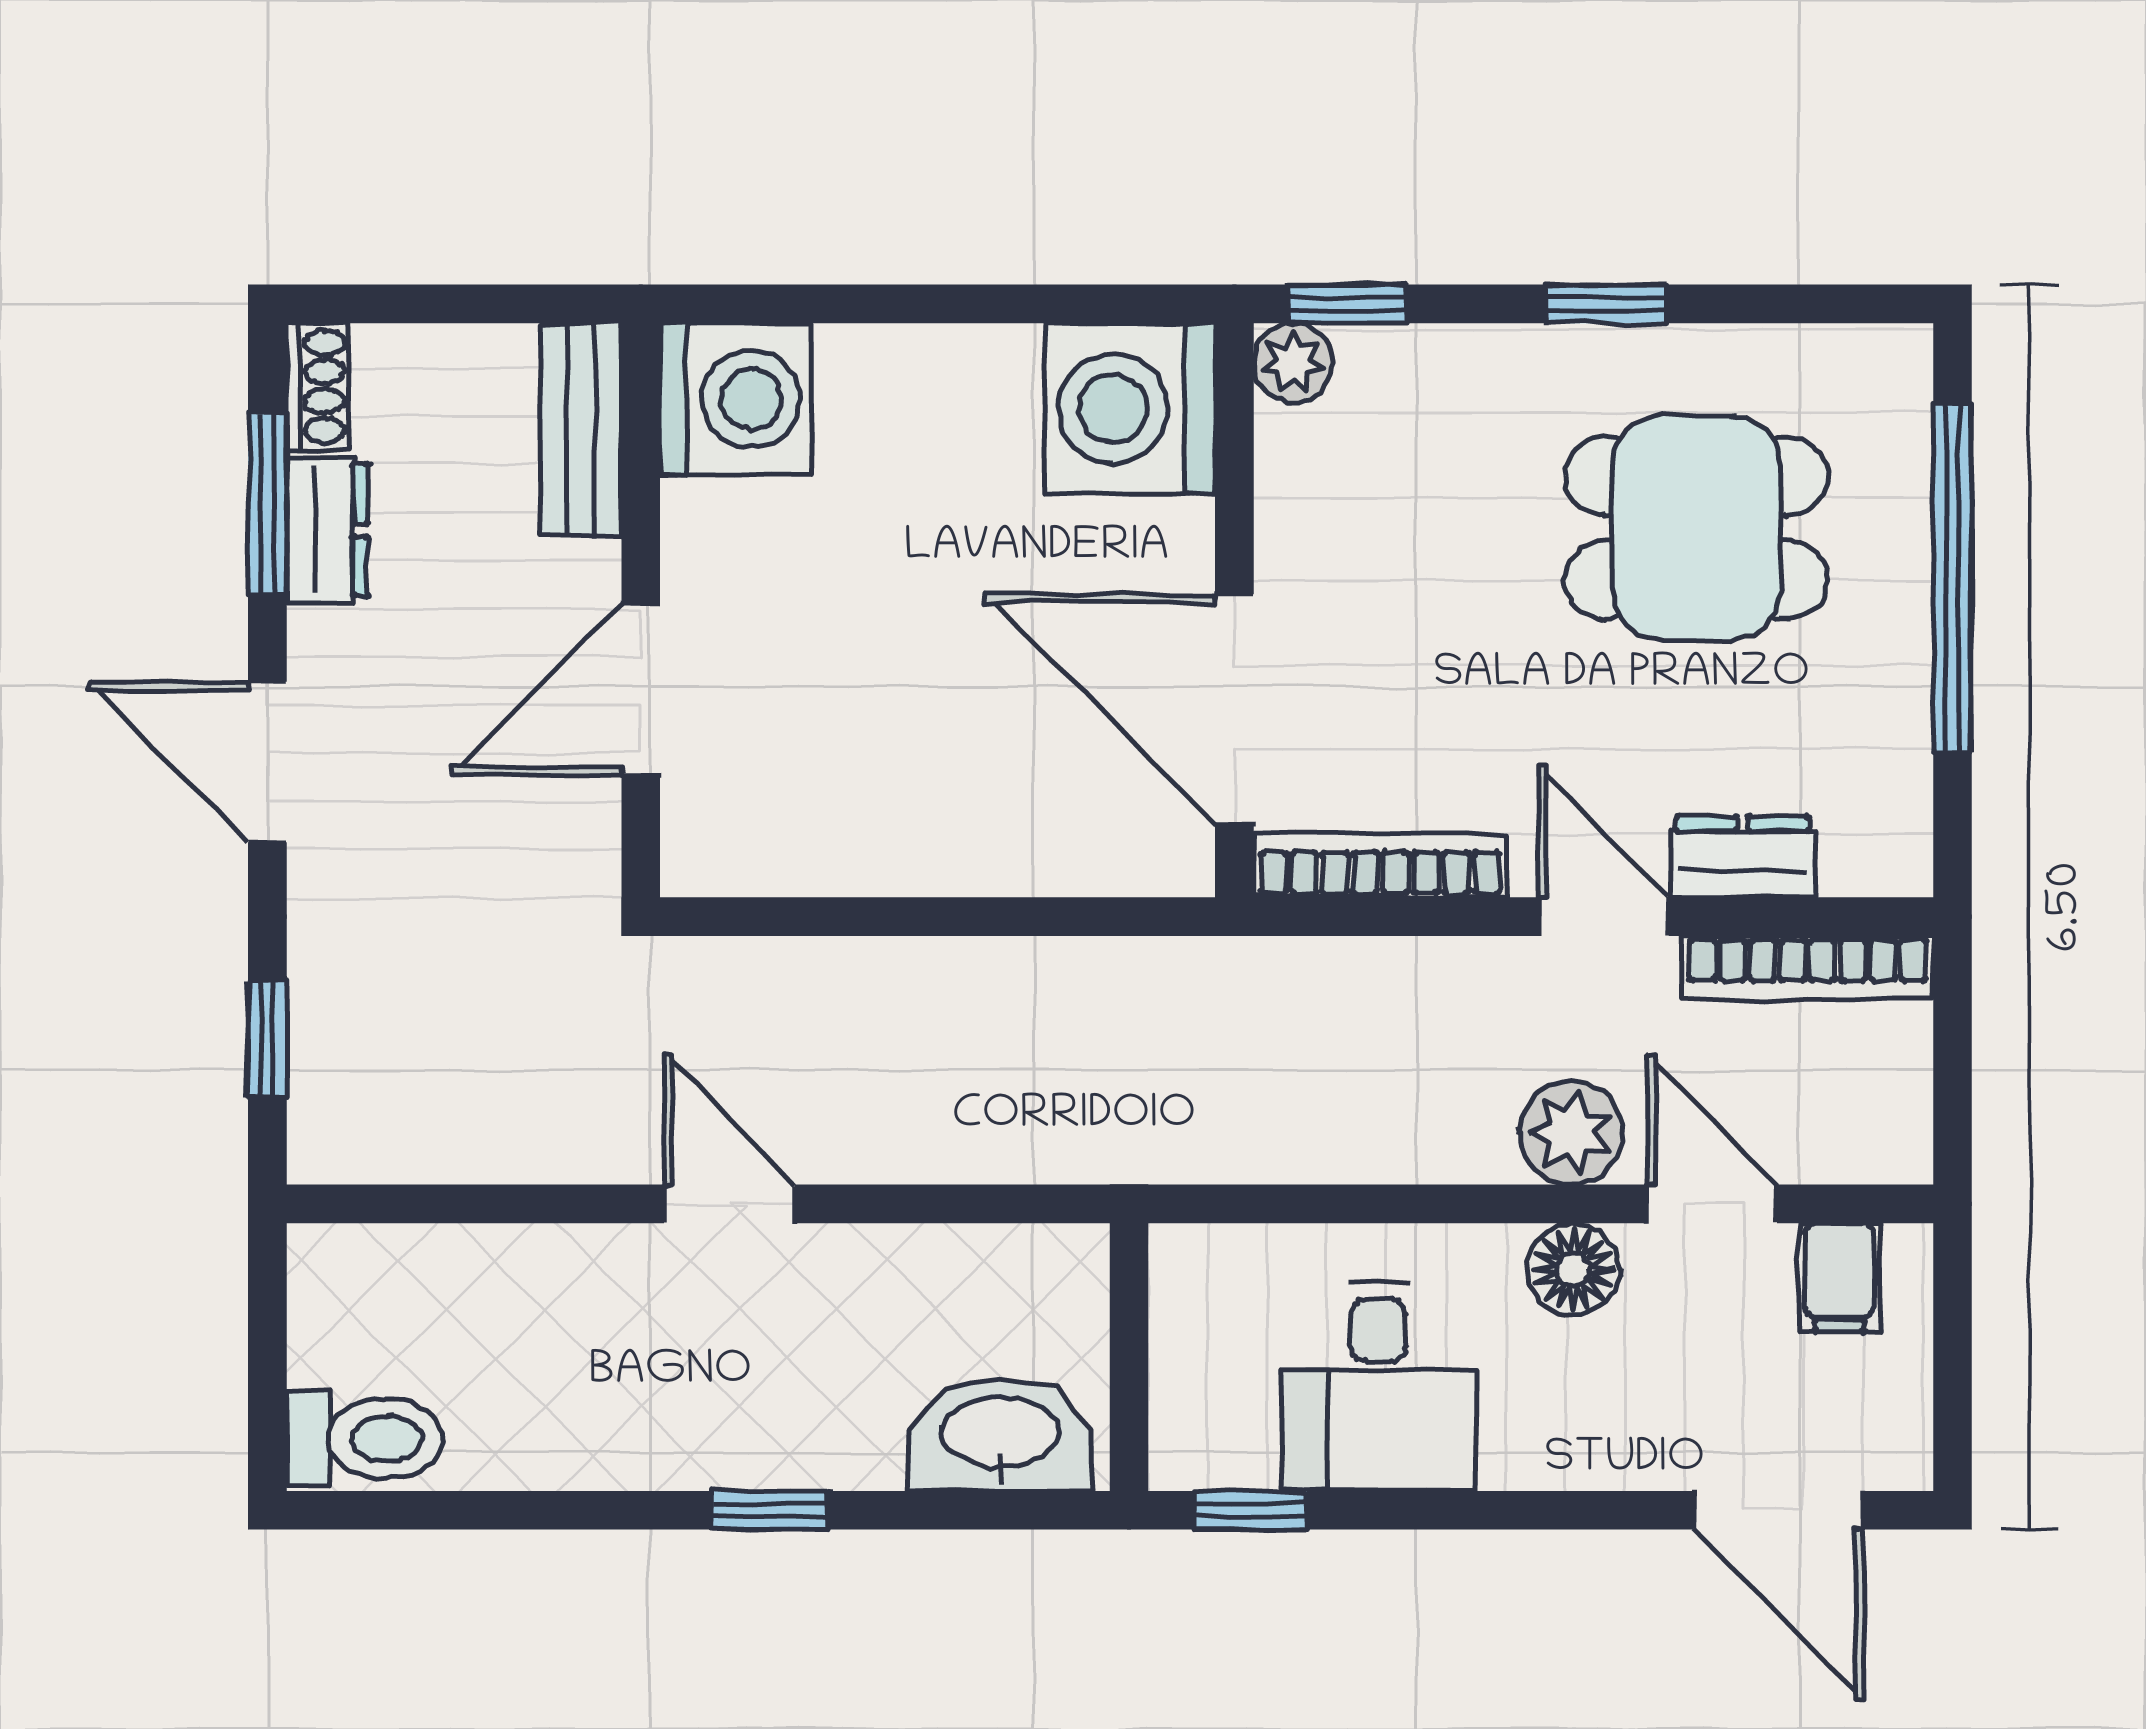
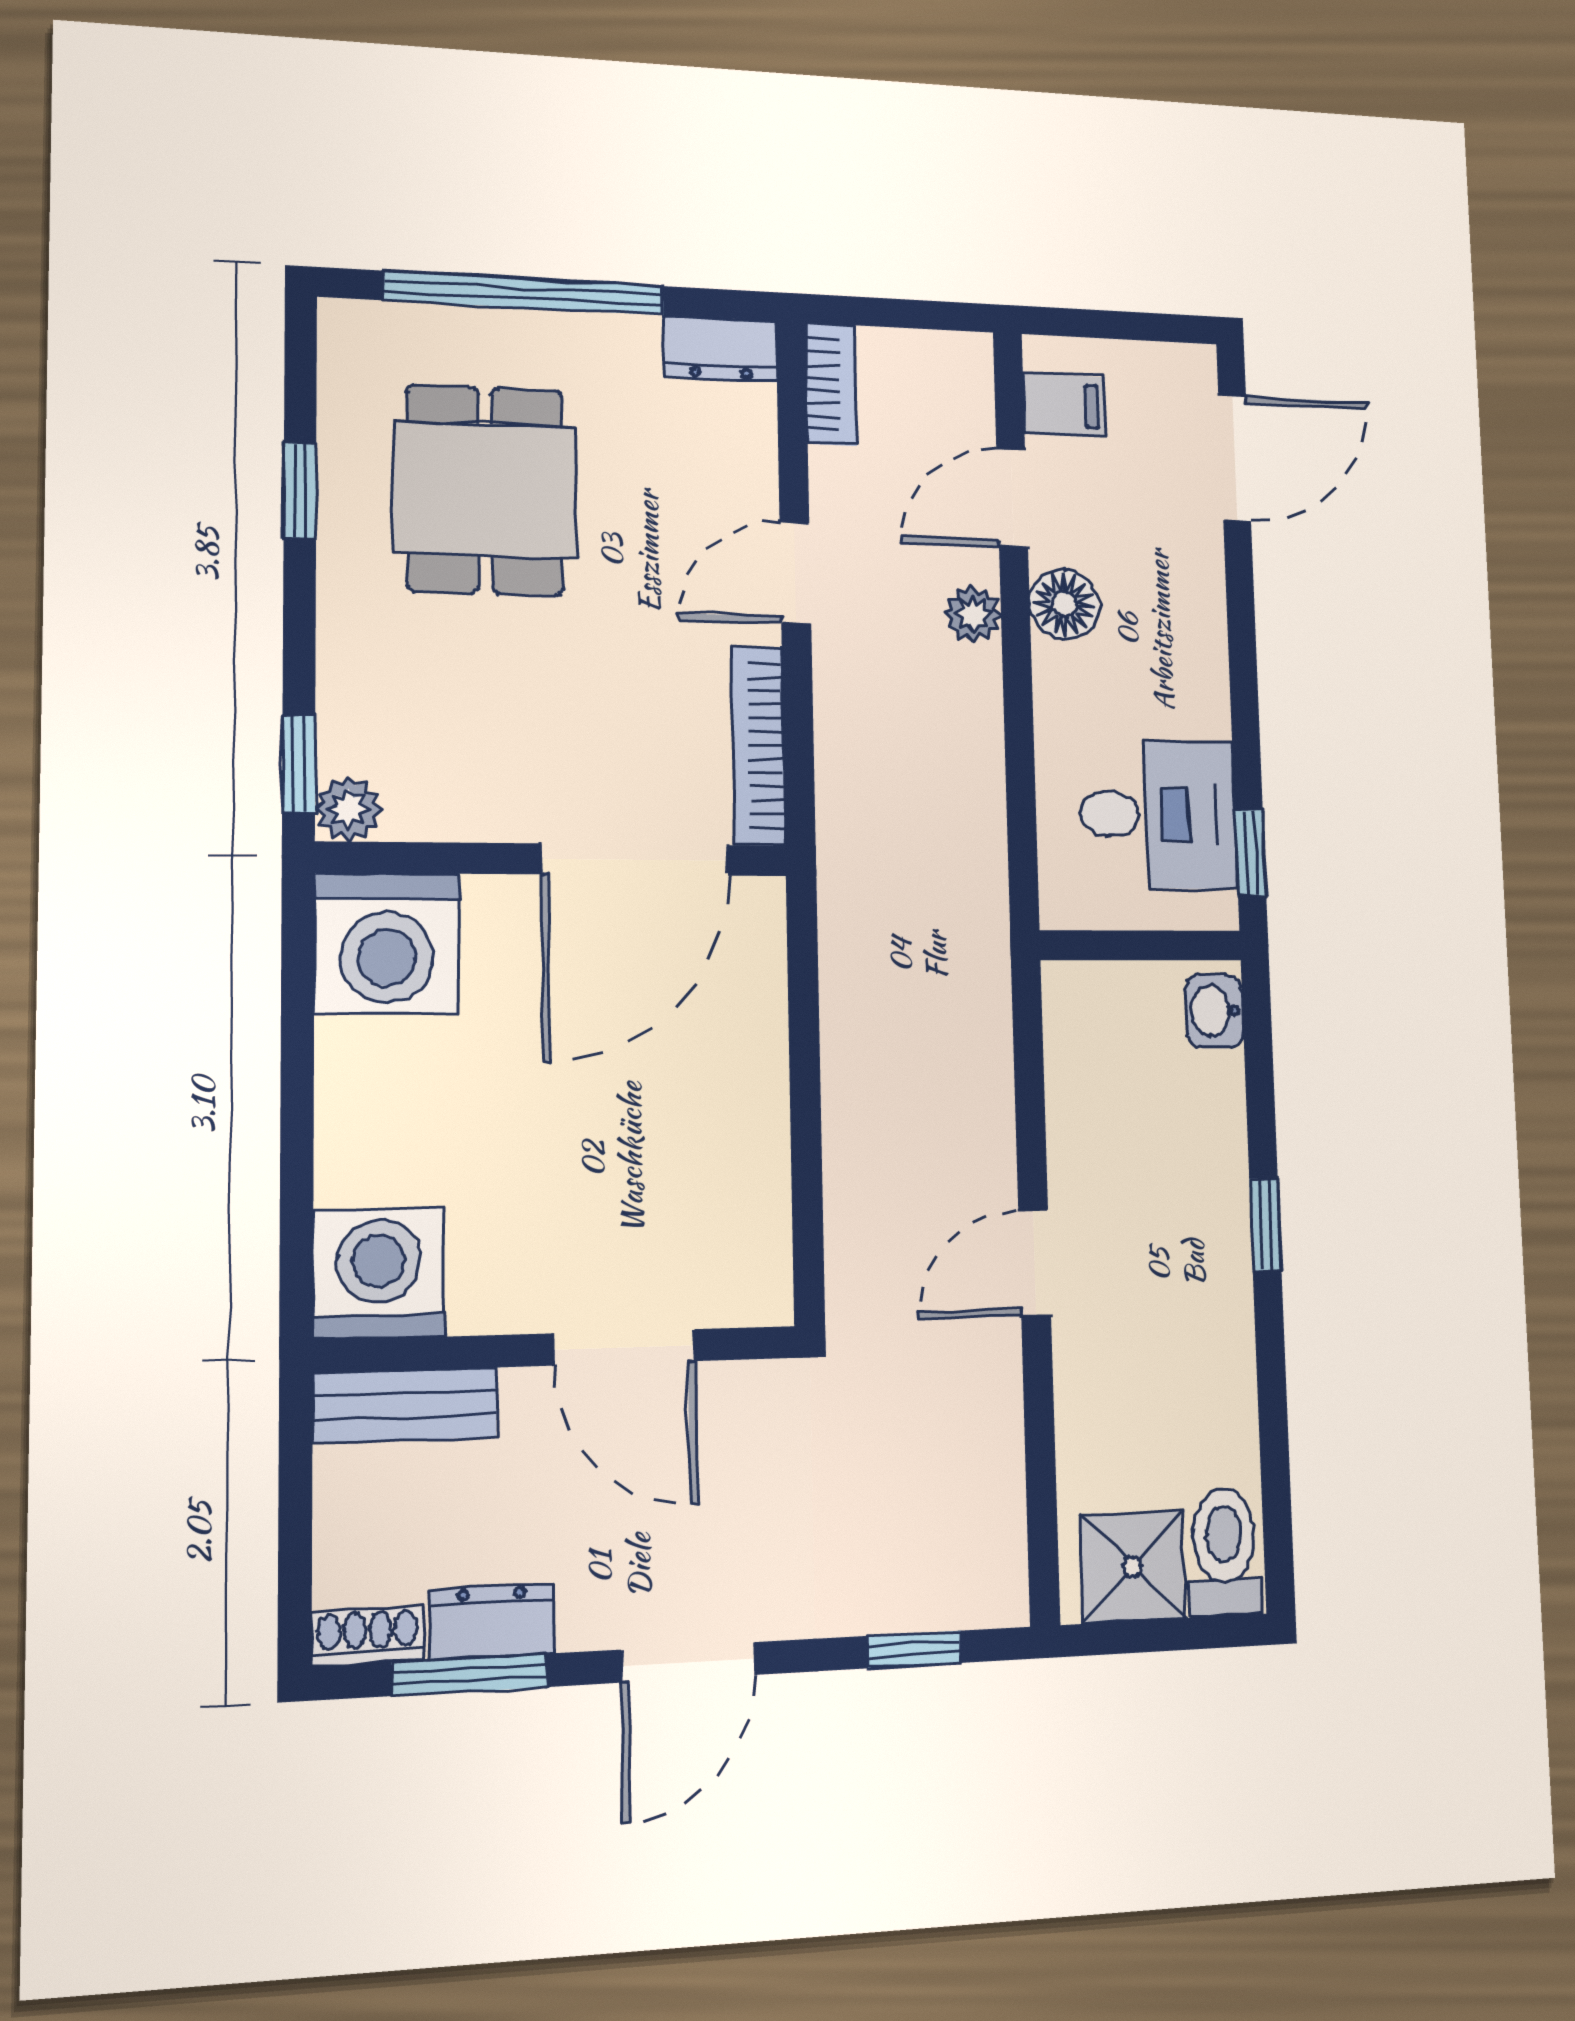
window: (1607, 304) -> (300, 491), moved
dresser: (1743, 857) -> (720, 349), moved, turned -90
bookcase: (1808, 968) -> (831, 384), width x0.64
plant: (1571, 1133) -> (973, 614), width x0.73, depth x0.73
shower: (352, 1318) -> (1132, 1567), added
desk: (1378, 1387) -> (1158, 814), moved
washbasin: (1000, 1435) -> (1214, 1011), width x0.52, depth x0.69

